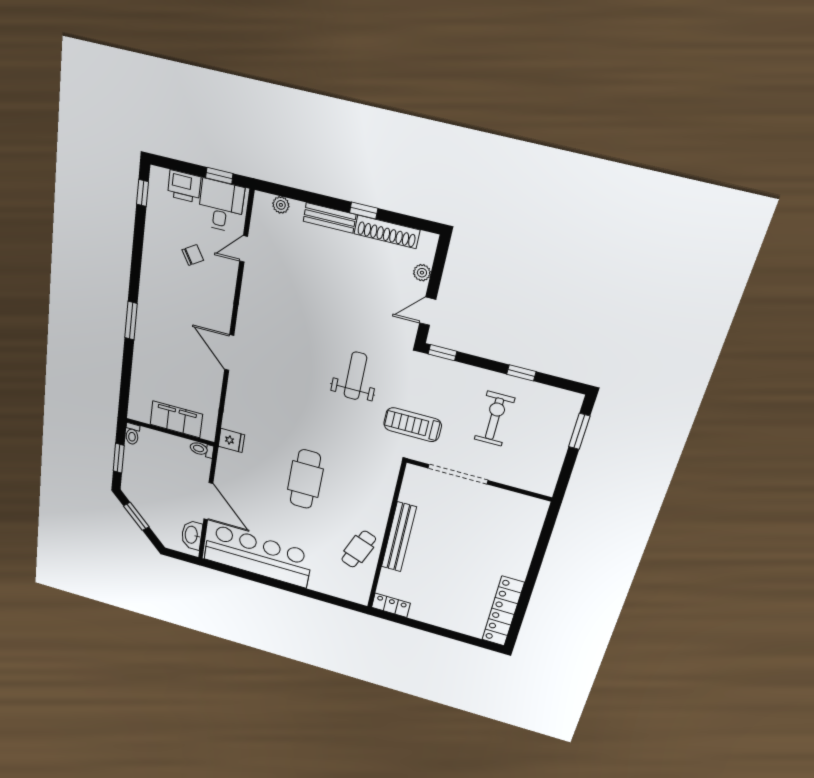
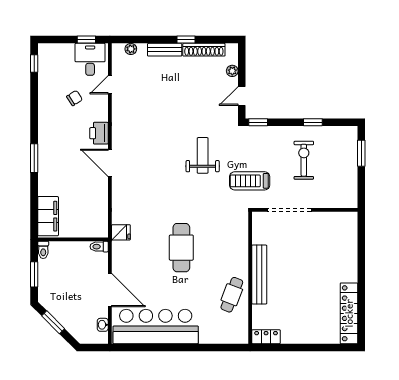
printer: (184, 186) -> (99, 133), moved, turned 90
filing cabinet: (176, 419) -> (48, 216), moved, turned 90
washbasin: (192, 535) -> (103, 325), width x0.52, depth x0.69

